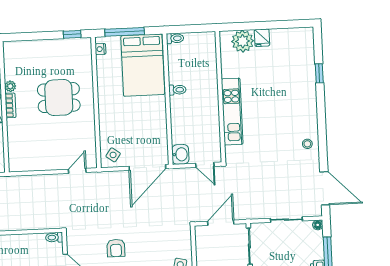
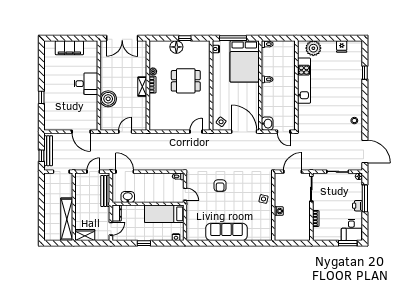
window: (72, 34) -> (185, 38), moved
fridge: (262, 38) -> (342, 46), moved
floor lamp: (43, 49) -> (176, 47), added
kitchen unit: (232, 112) -> (304, 81), moved
door: (147, 168) -> (244, 132), swing flipped

